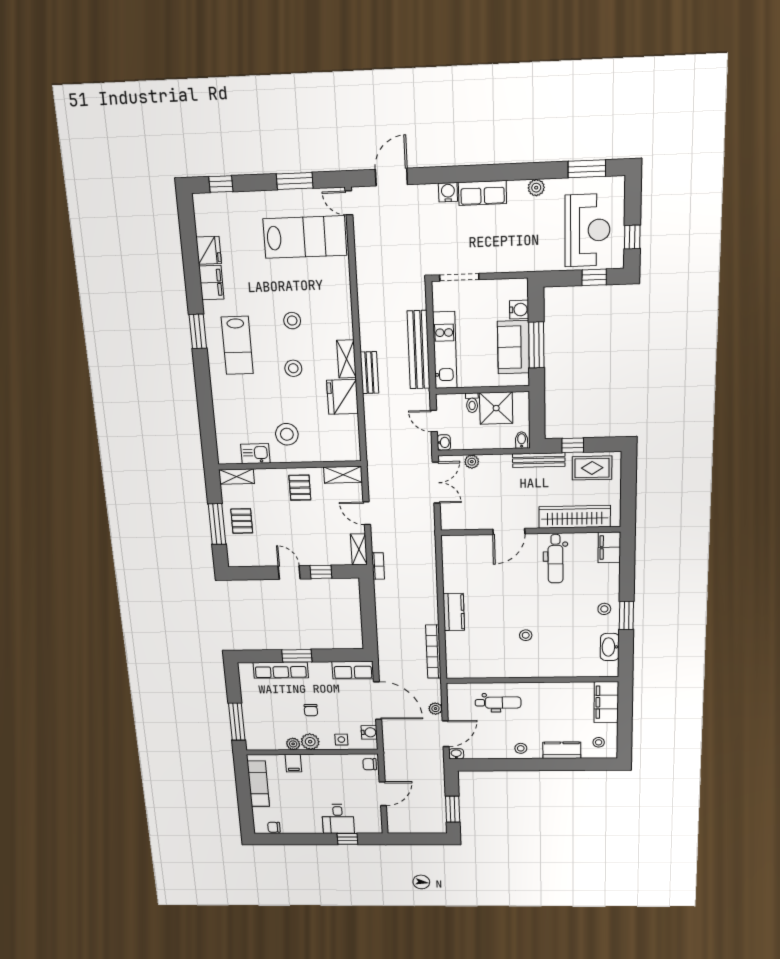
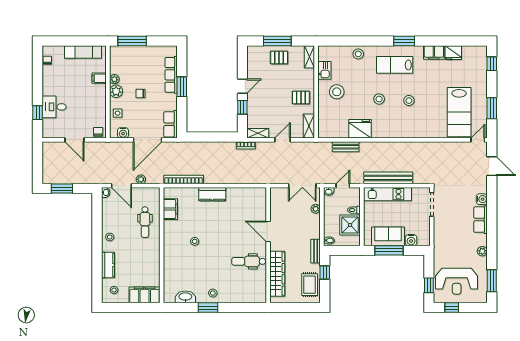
shelving: (346, 359) -> (384, 133), removed
bench: (369, 373) -> (346, 147), moved
stool: (225, 403) -> (358, 54), added
bench: (539, 460) -> (316, 251), width x0.73
filing cabinet: (609, 547) -> (170, 209), moved, turned 90

